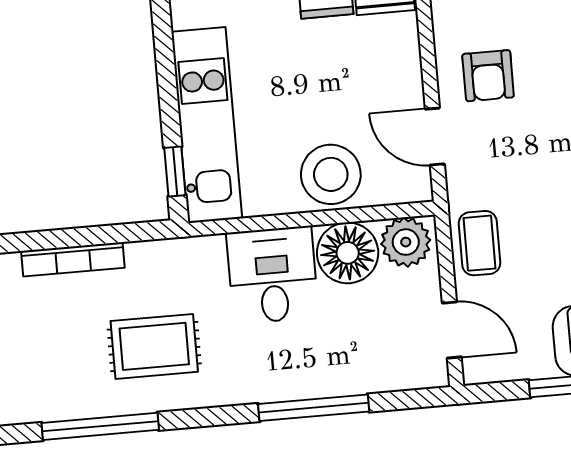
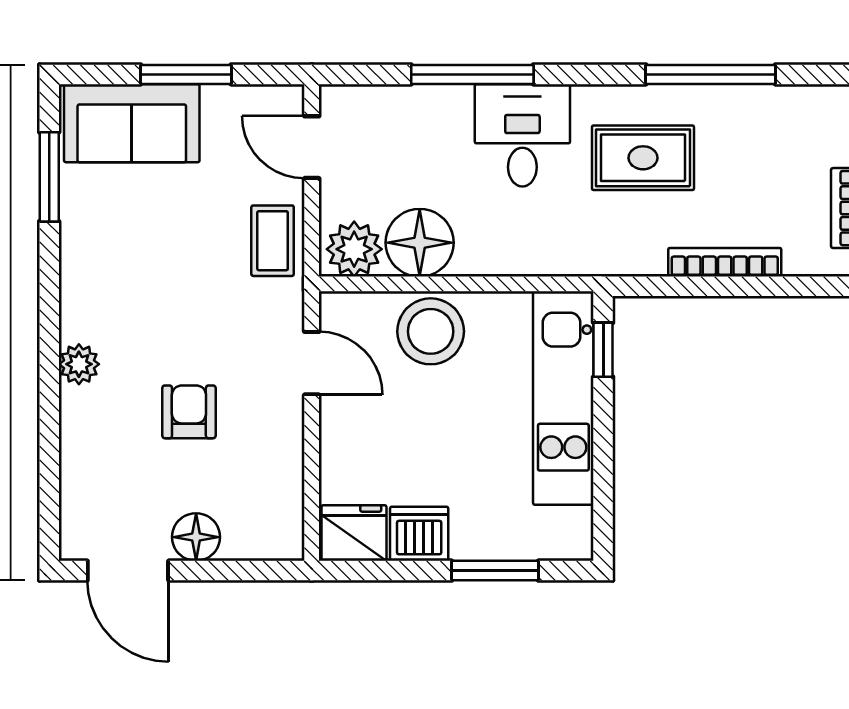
armchair: (488, 76) -> (189, 412), moved
desk: (273, 275) -> (522, 135), moved, turned 180

